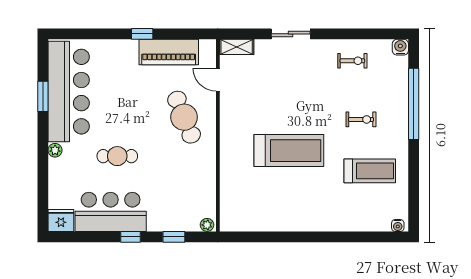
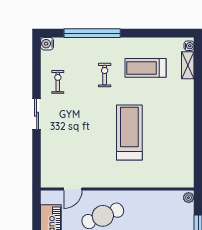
sliding door: (291, 34) -> (37, 114), moved
shelving: (237, 47) -> (188, 65), moved
treadmill: (370, 171) -> (146, 68), turned -90

